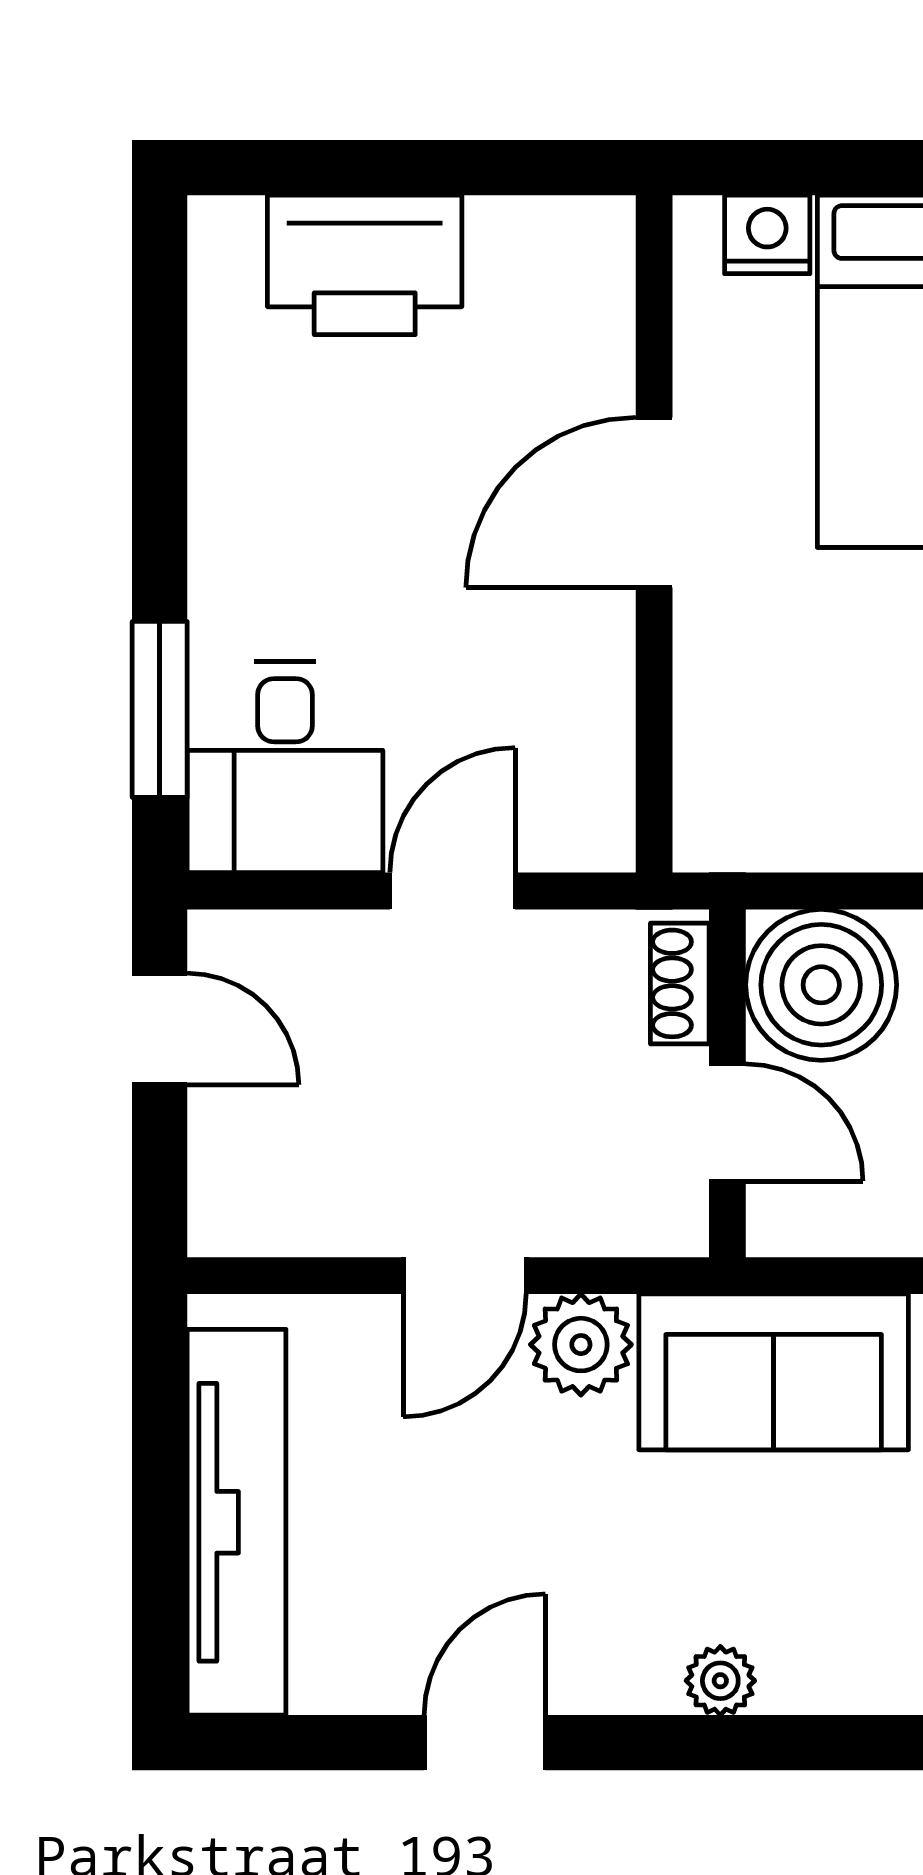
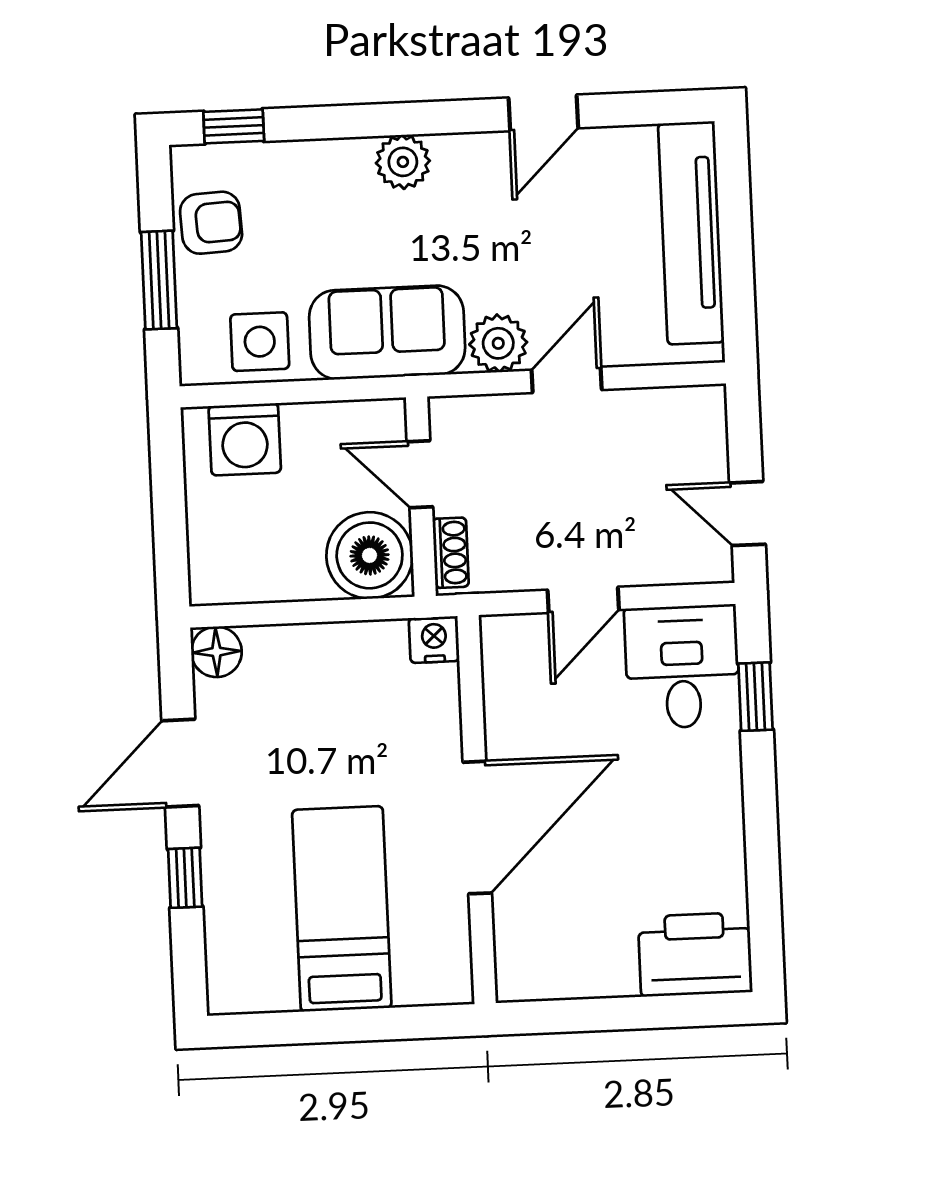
nightstand: (767, 234) -> (434, 640), moved, turned 180
printer: (365, 265) -> (695, 954), moved
door: (654, 502) -> (477, 828), width x1.36
window: (160, 709) -> (755, 697), width x0.67
plant: (720, 1681) -> (403, 162), width x1.38, depth x1.38

